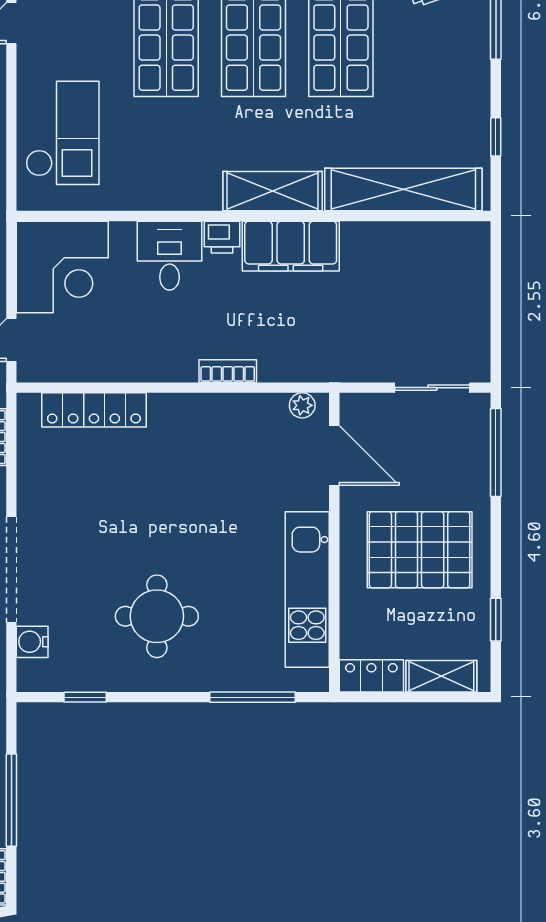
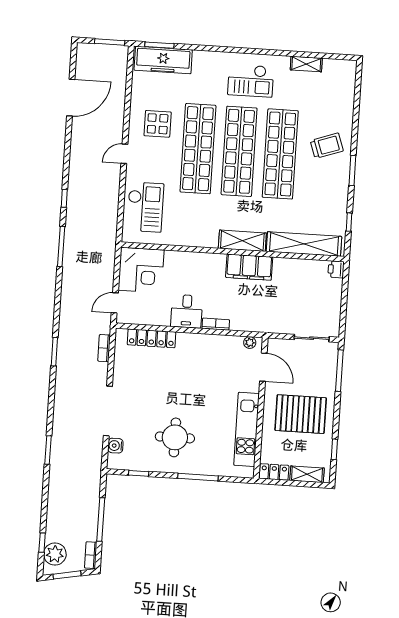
printer: (222, 237) -> (336, 269), moved, turned 90
desk: (170, 256) -> (187, 311), moved, turned 180
window: (252, 697) -> (198, 477), moved

